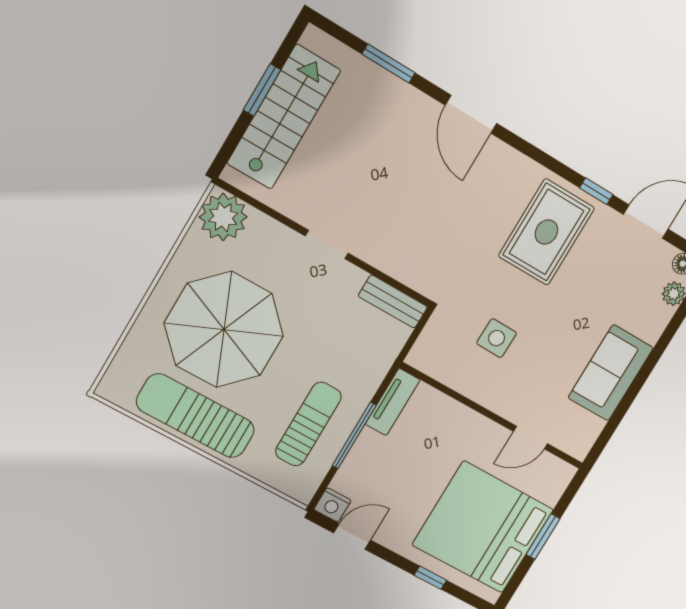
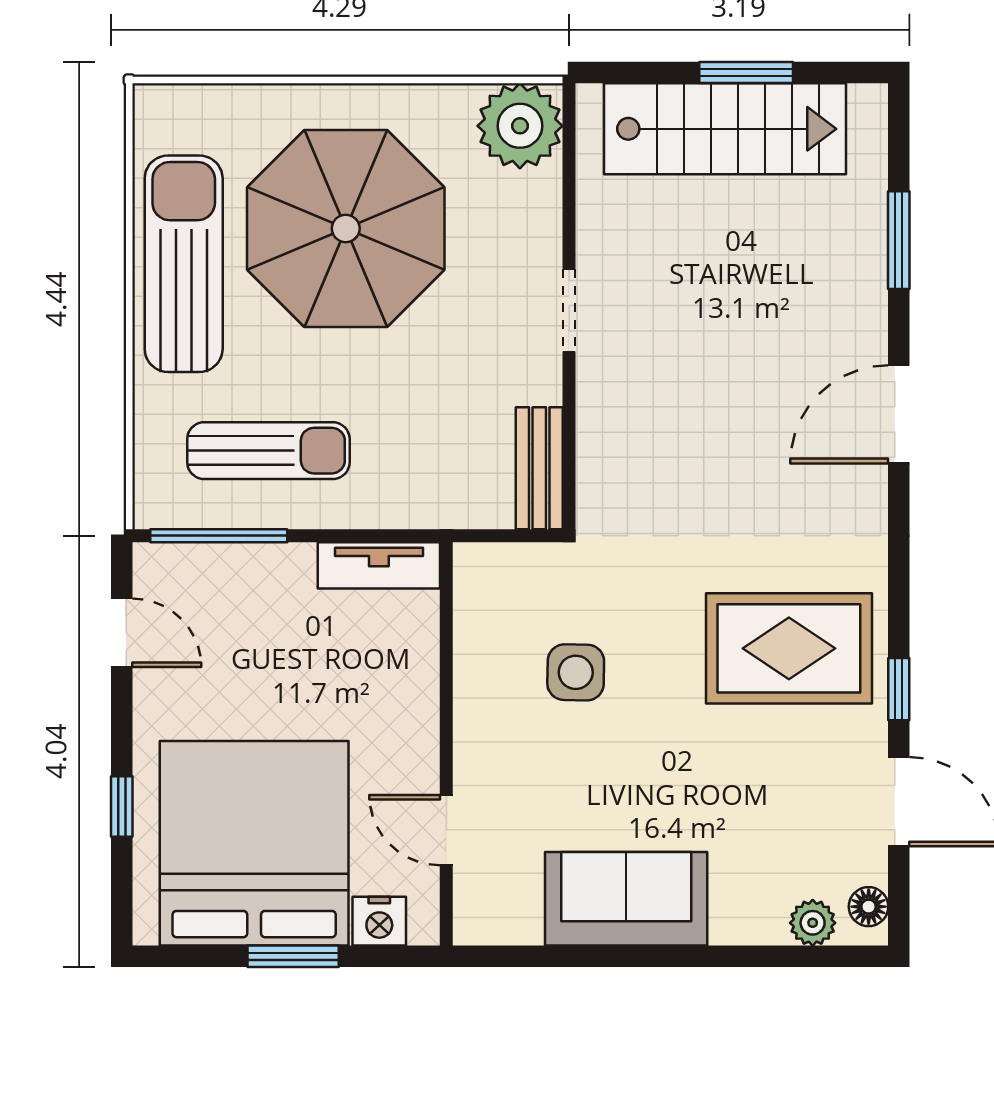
window: (354, 435) -> (219, 536), moved
nightstand: (332, 505) -> (379, 921), moved, turned -90

